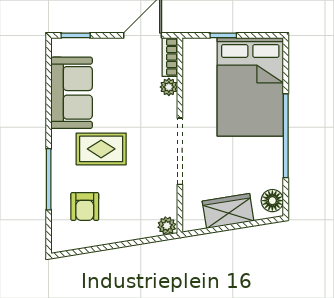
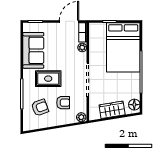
armchair: (131, 197) -> (63, 103), added
armchair: (85, 206) -> (40, 108), turned -110

